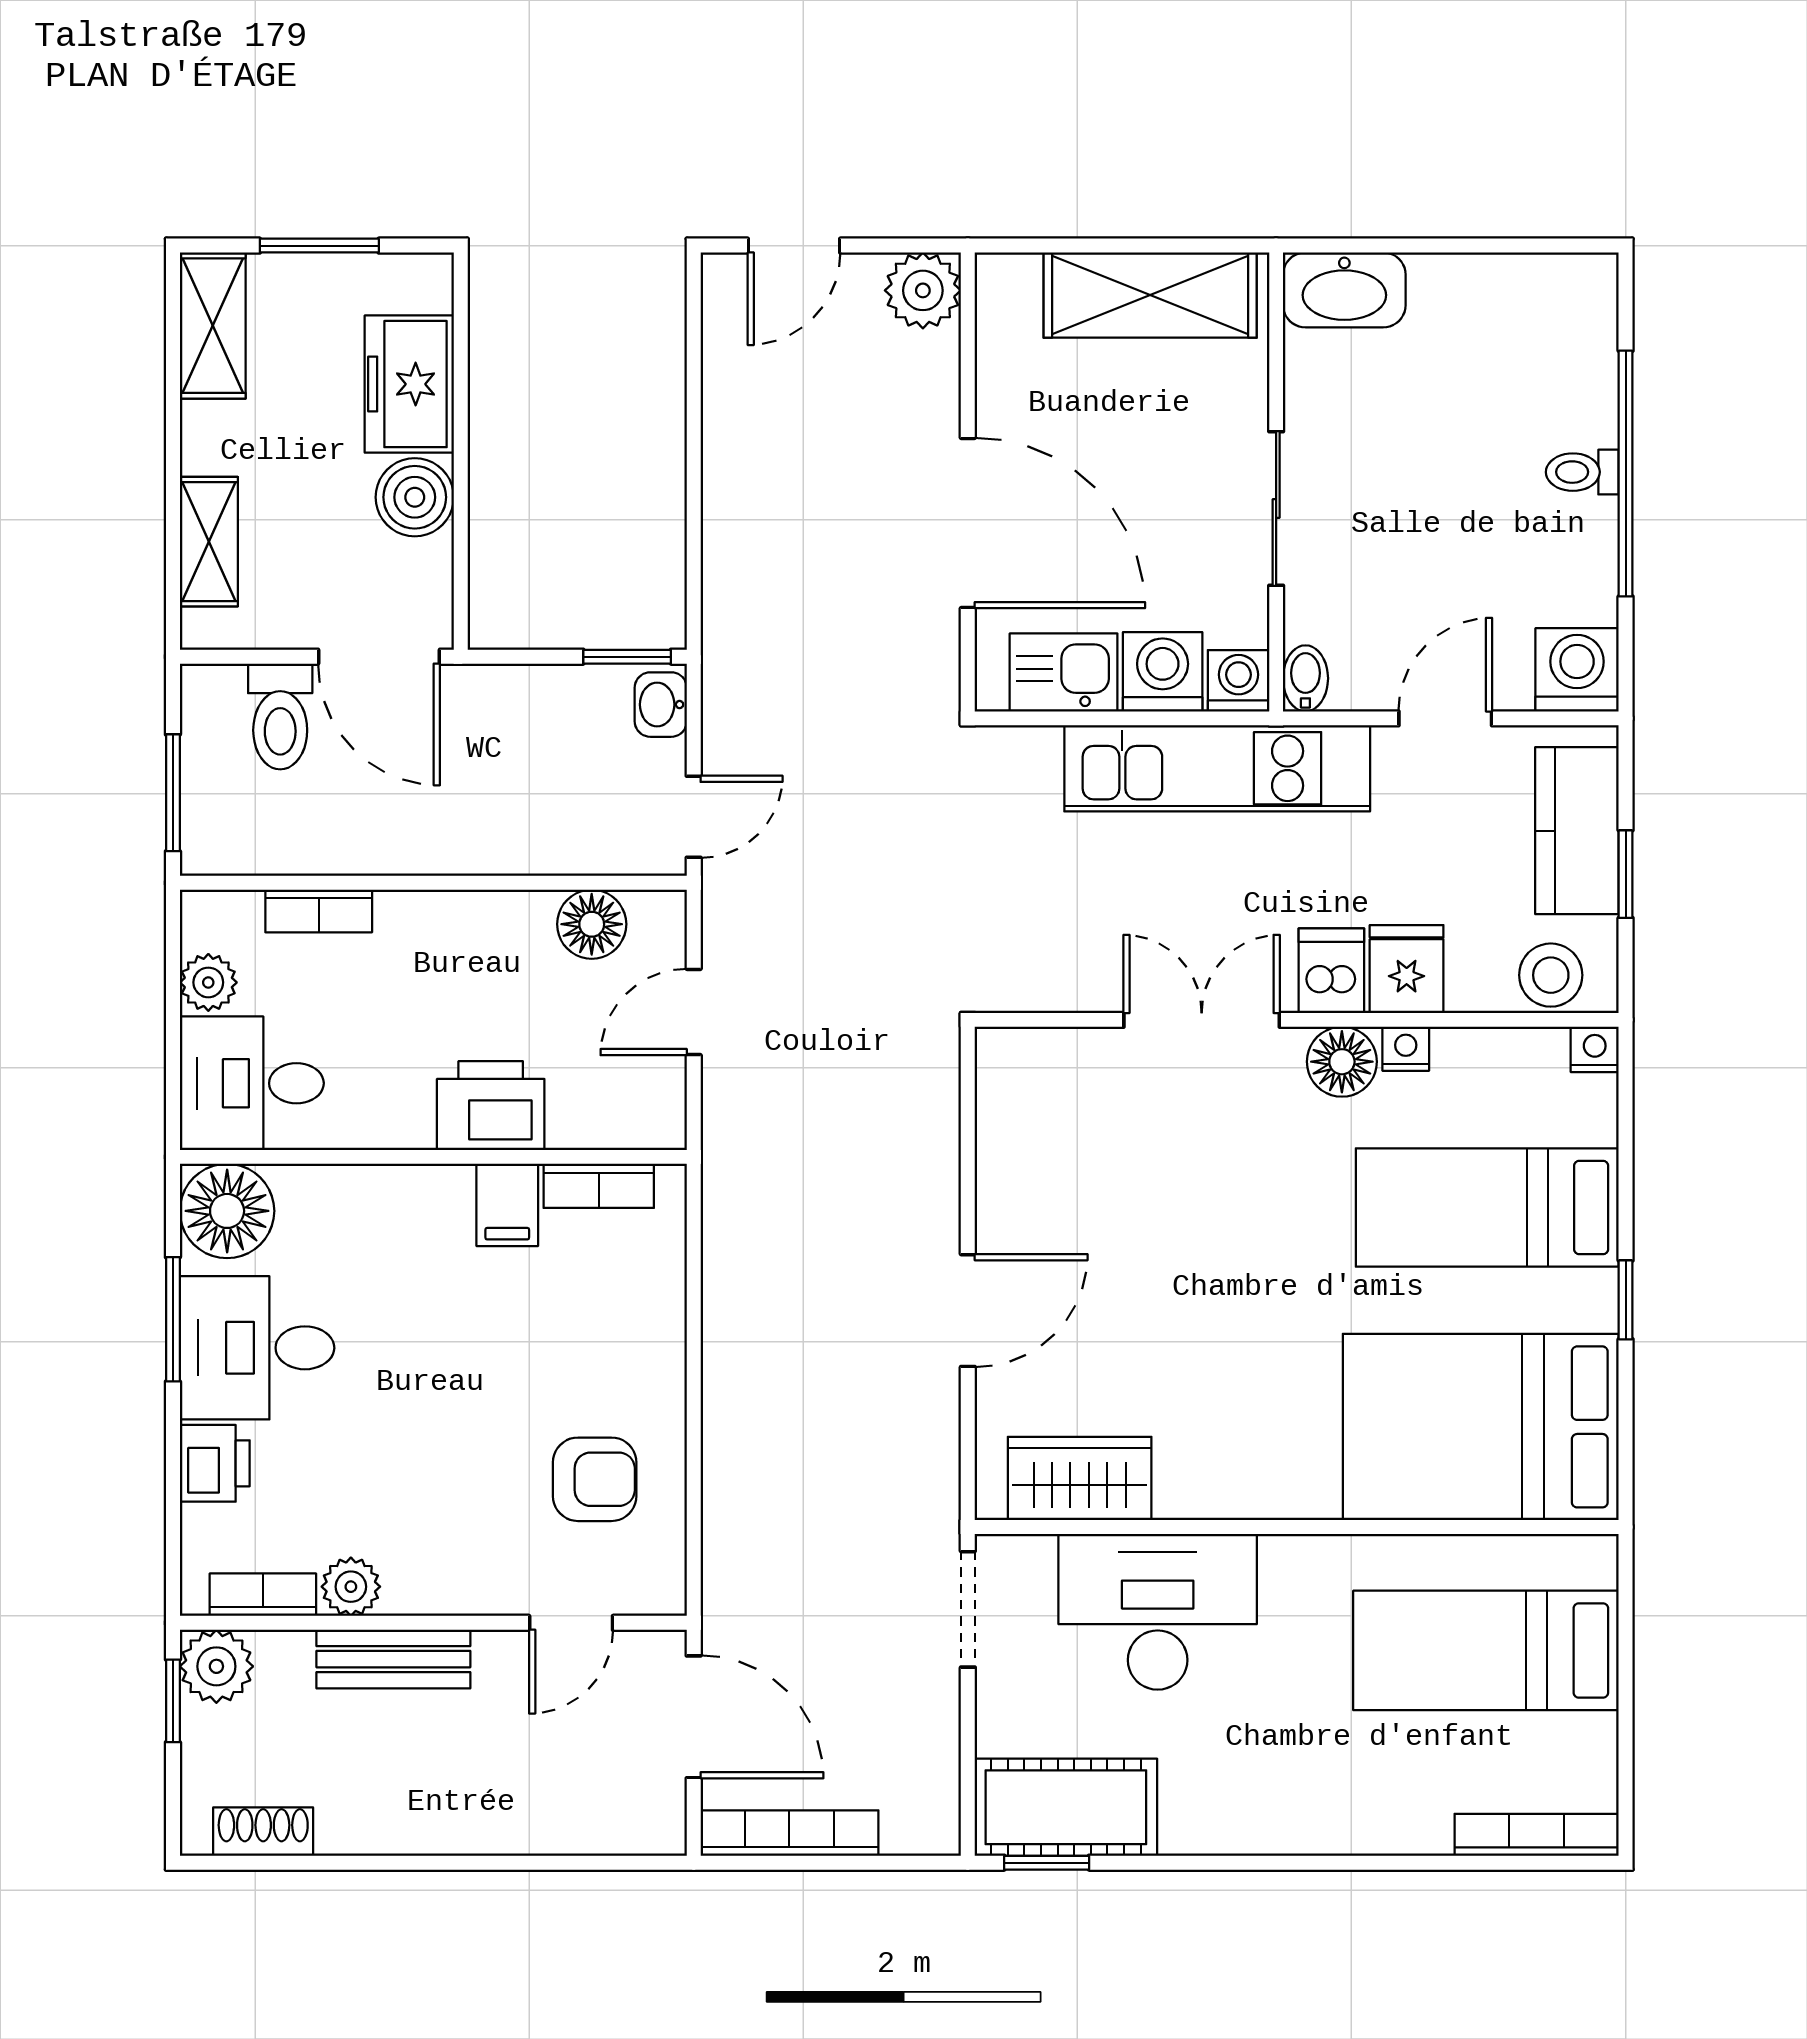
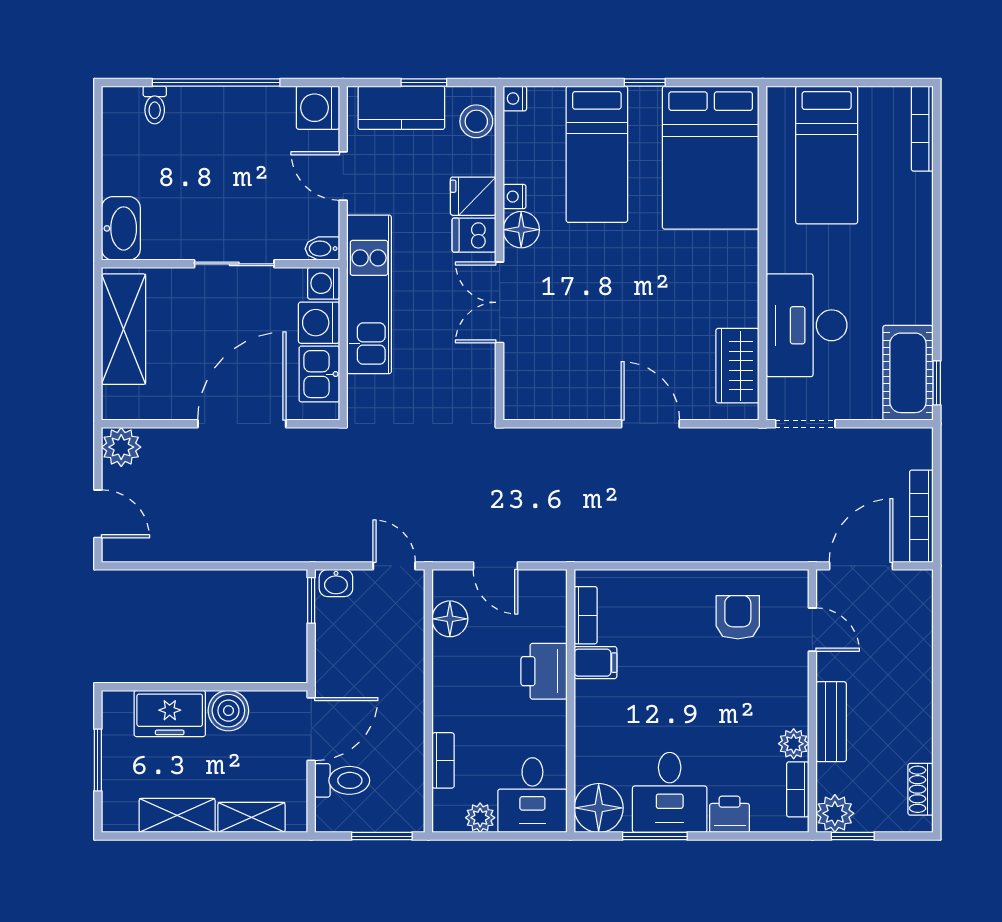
shelving: (213, 326) -> (177, 815), moved
toilet: (1582, 472) -> (155, 105), moved

